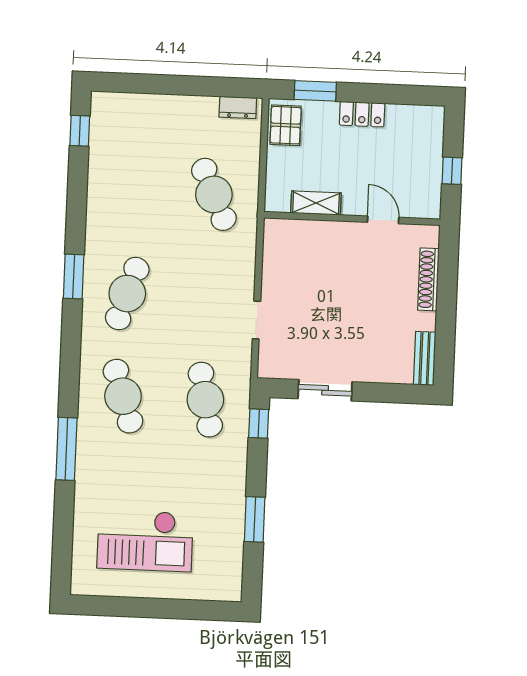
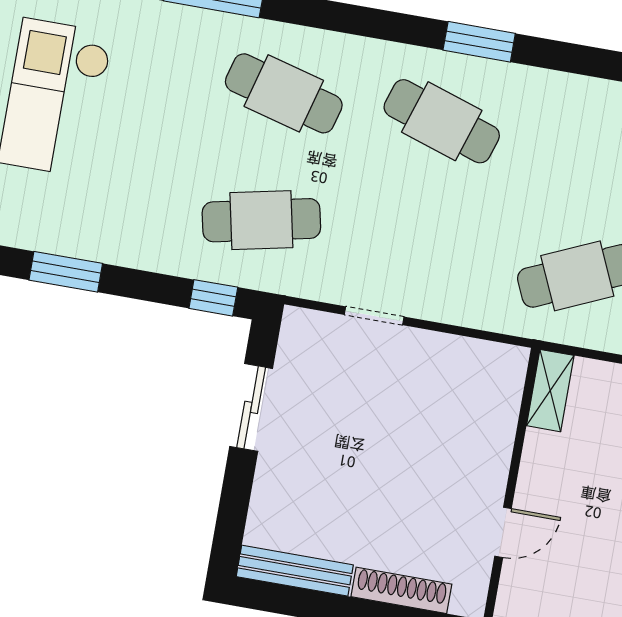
shelving: (316, 203) -> (550, 391), moved
bench: (425, 358) -> (295, 571), width x1.36
cafe table: (123, 396) -> (284, 93), turned 33

